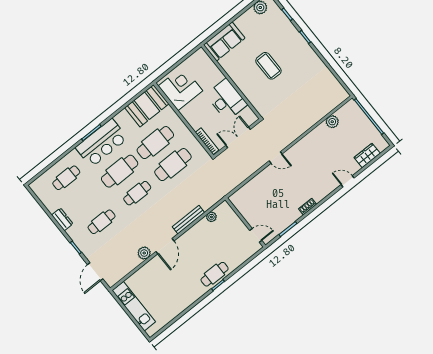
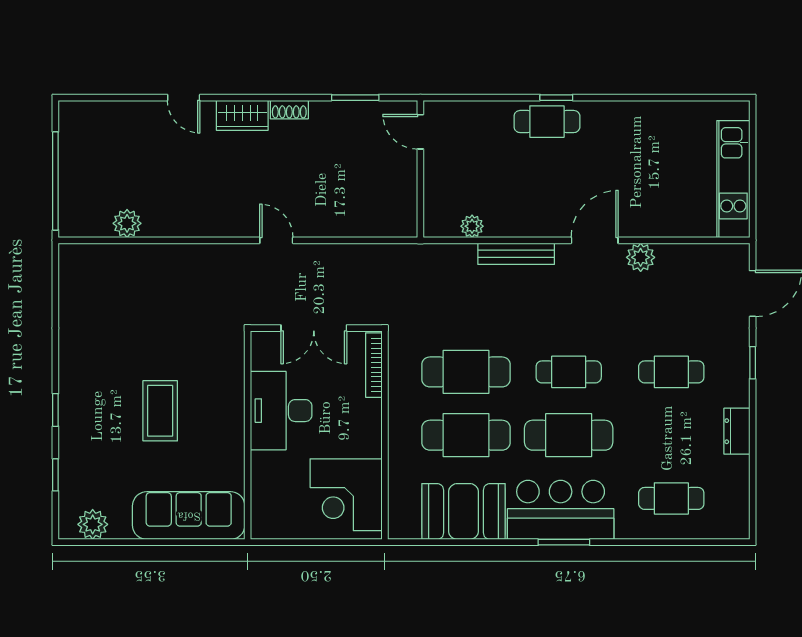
sofa: (224, 41) -> (189, 516), width x1.36
booth: (147, 106) -> (464, 511), moved
wardrobe: (367, 155) -> (242, 115), moved

